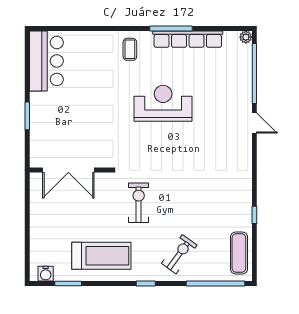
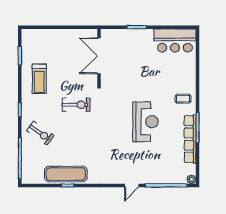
exercise mat: (239, 253) -> (66, 174), moved, width x1.36, depth x1.45
treadmill: (101, 256) -> (39, 79), width x0.73, depth x0.73
water cooler: (46, 274) -> (27, 40), removed

